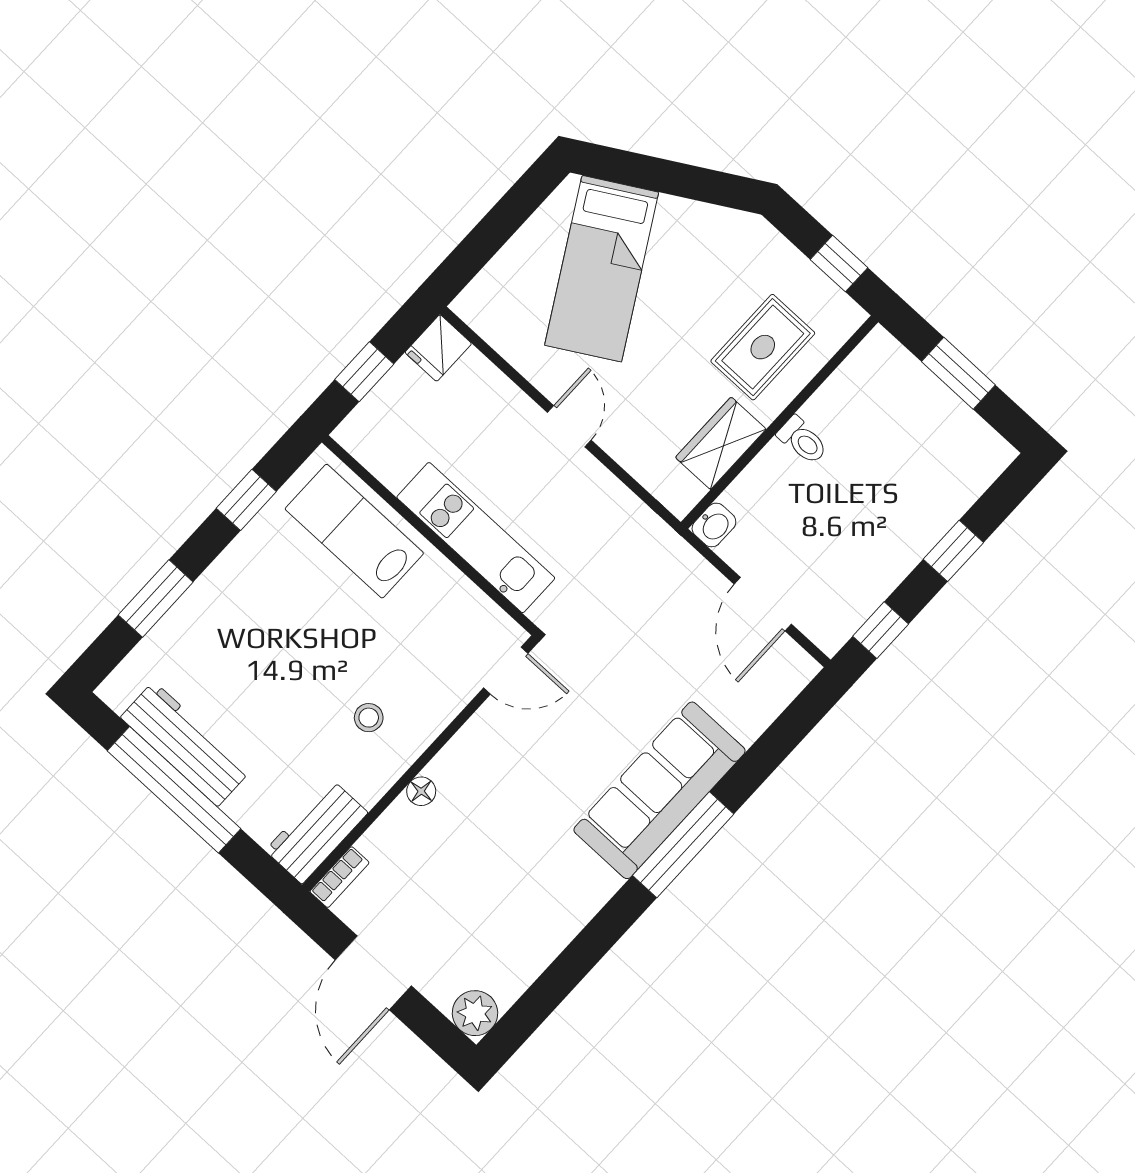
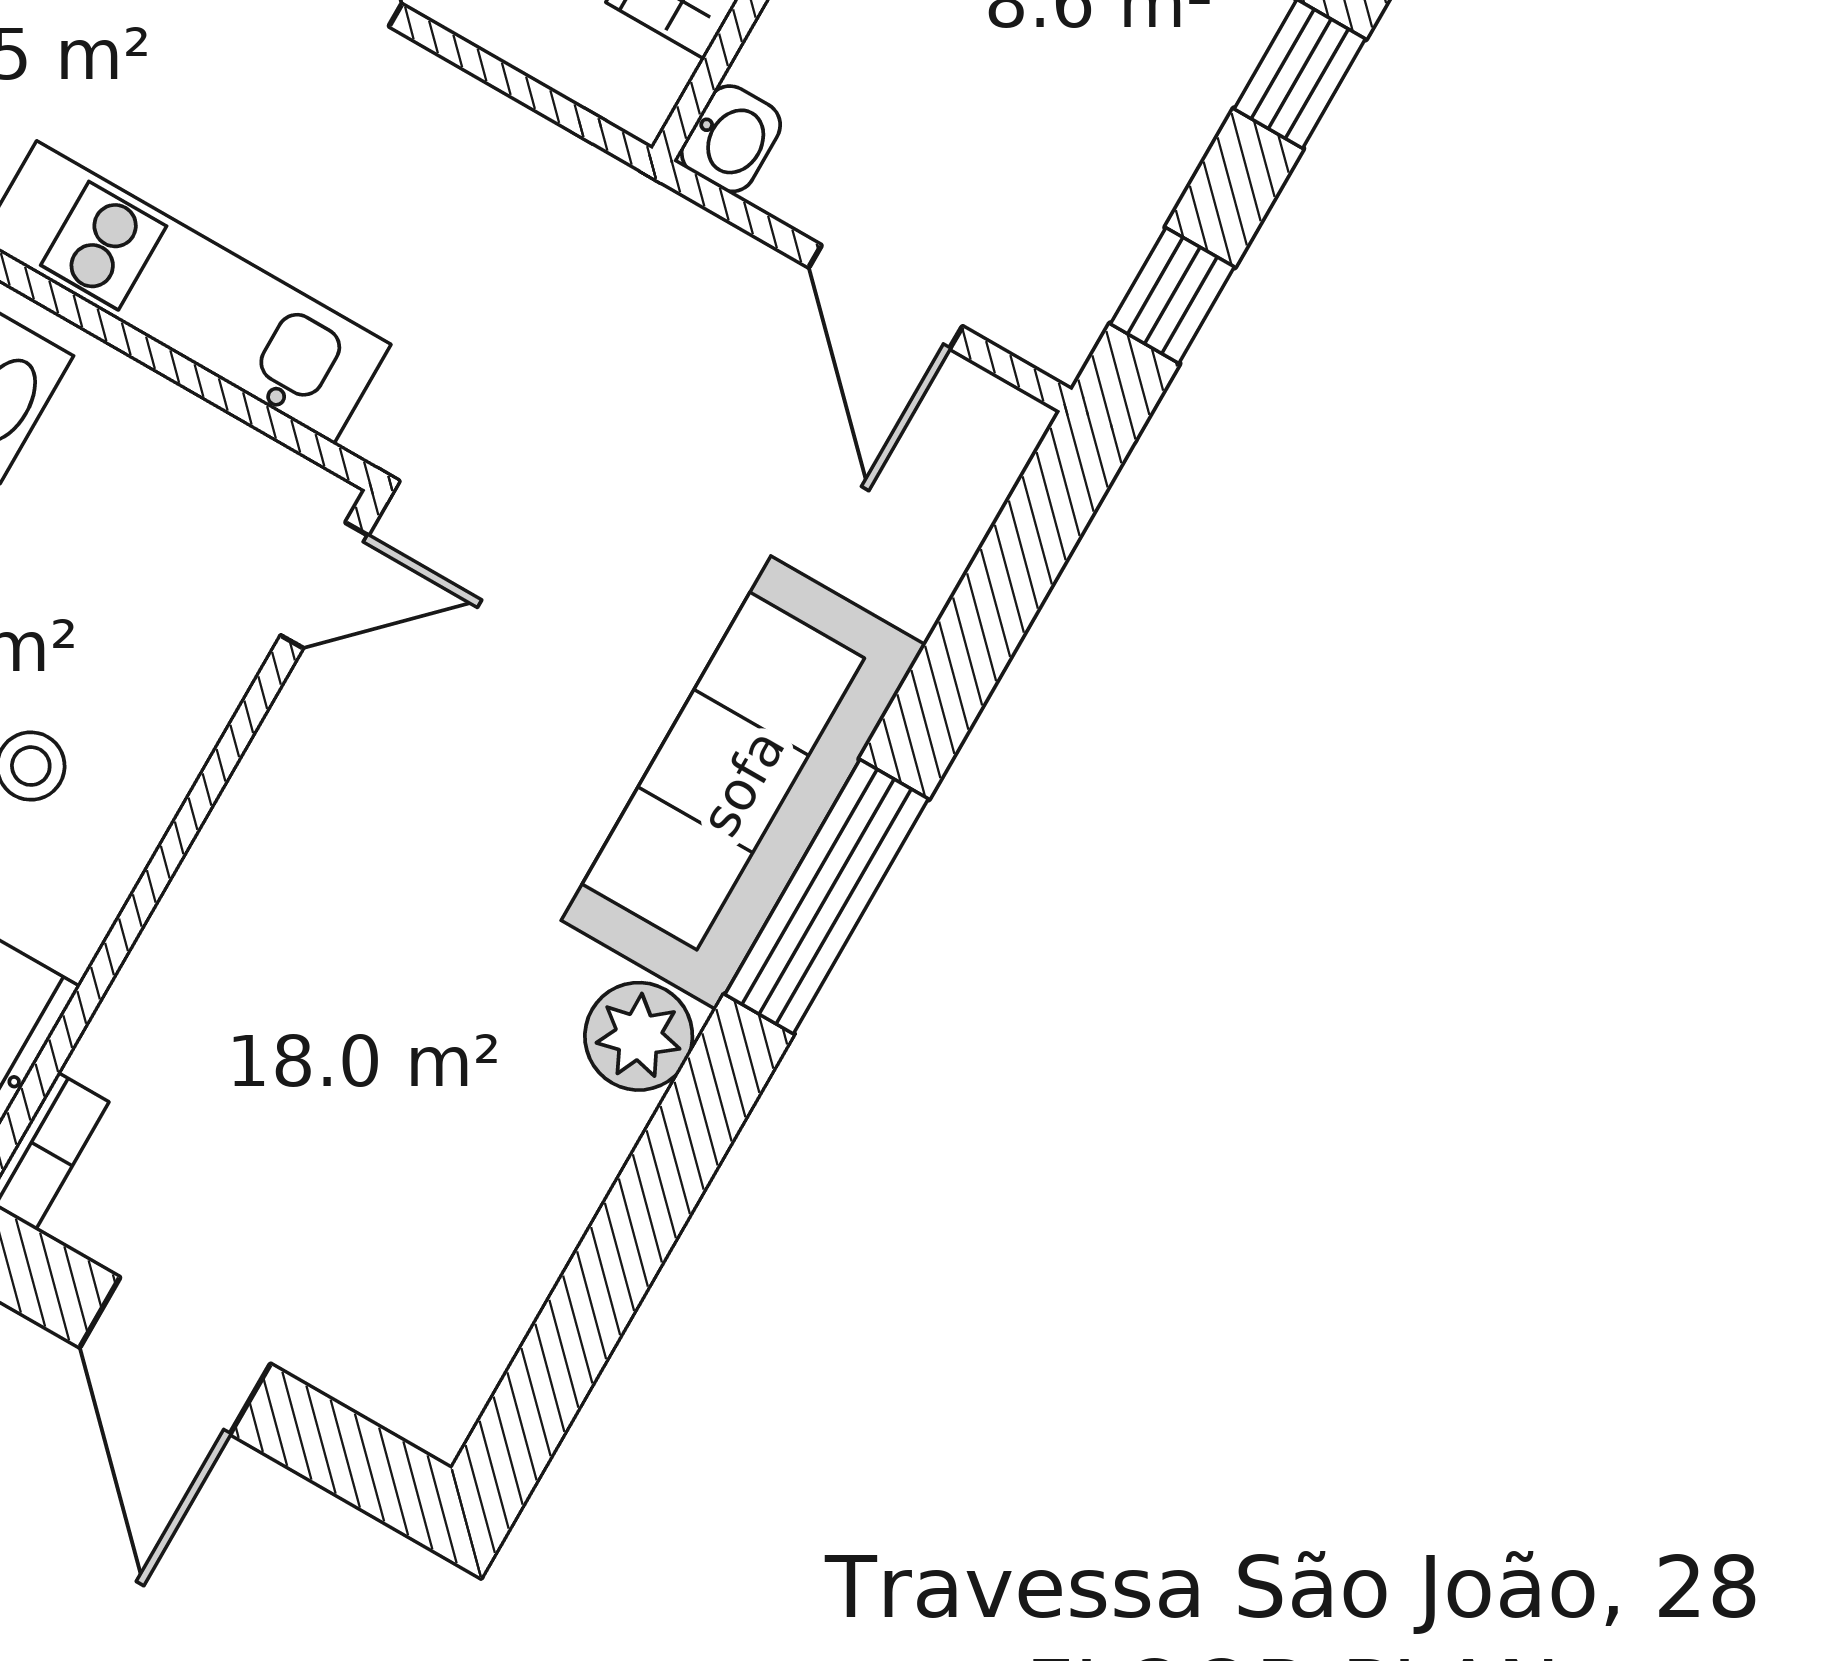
floor lamp: (421, 791) -> (191, 909), removed
plant: (475, 1013) -> (639, 1036), moved

